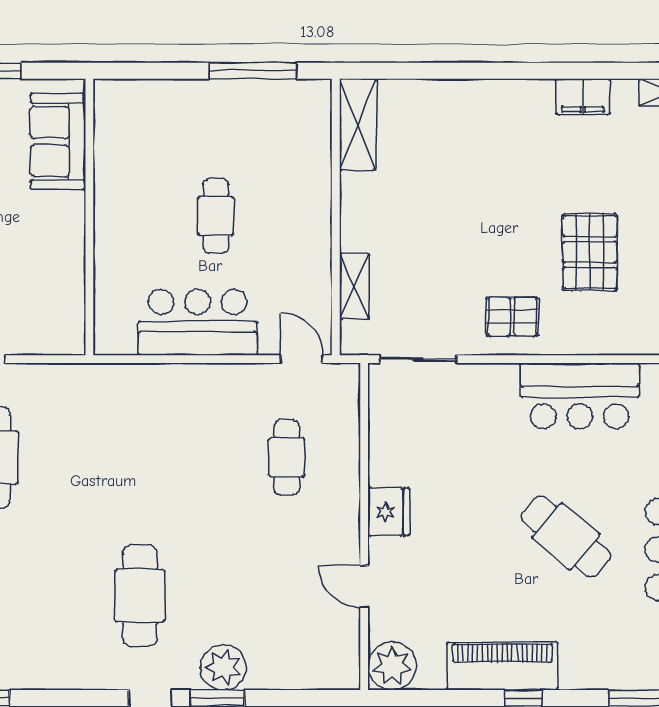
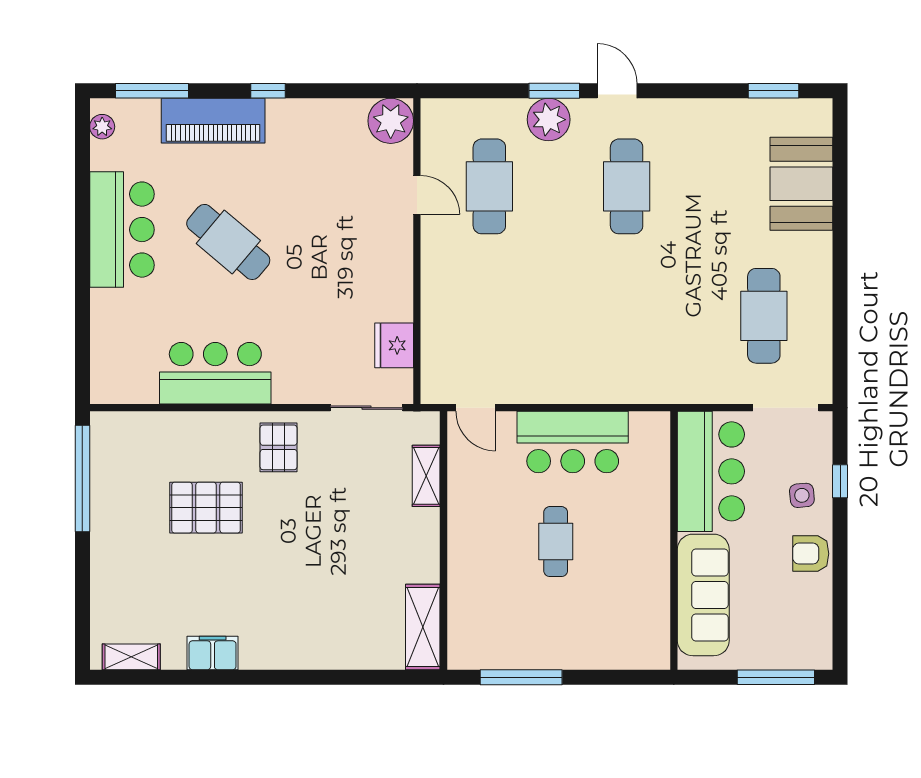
sofa: (58, 141) -> (703, 595), width x1.36
pallet: (590, 252) -> (206, 508), turned 90
bar counter: (50, 291) -> (711, 471), added
pallet: (512, 317) -> (279, 447), turned 90
cafe table: (287, 457) -> (489, 186), moved, width x1.37, depth x1.35
fridge: (389, 512) -> (394, 345), moved
piano: (502, 666) -> (213, 121), moved

